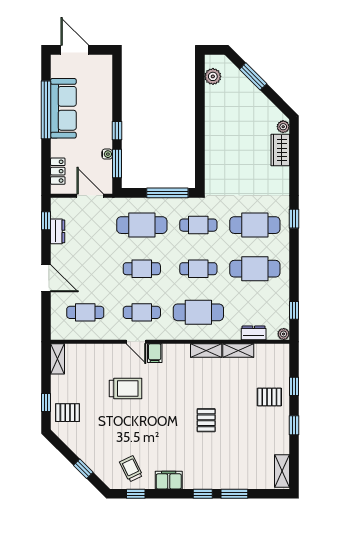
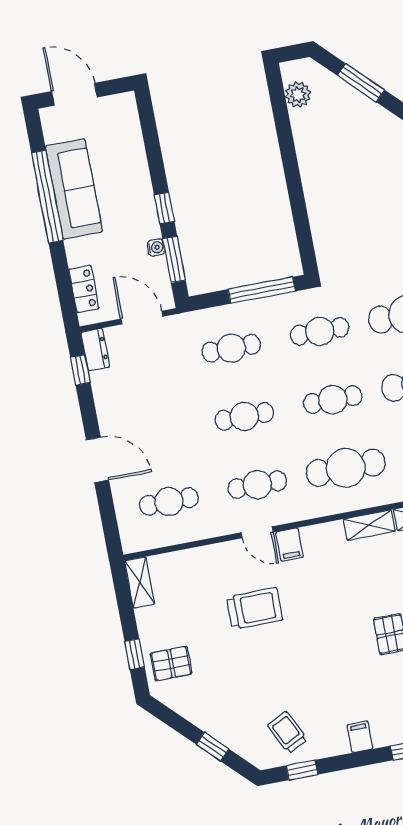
cafe table: (142, 225) -> (231, 348), width x0.73, depth x0.74
dresser: (58, 231) -> (95, 350), moved
filing cabinet: (169, 480) -> (360, 737), width x0.50

